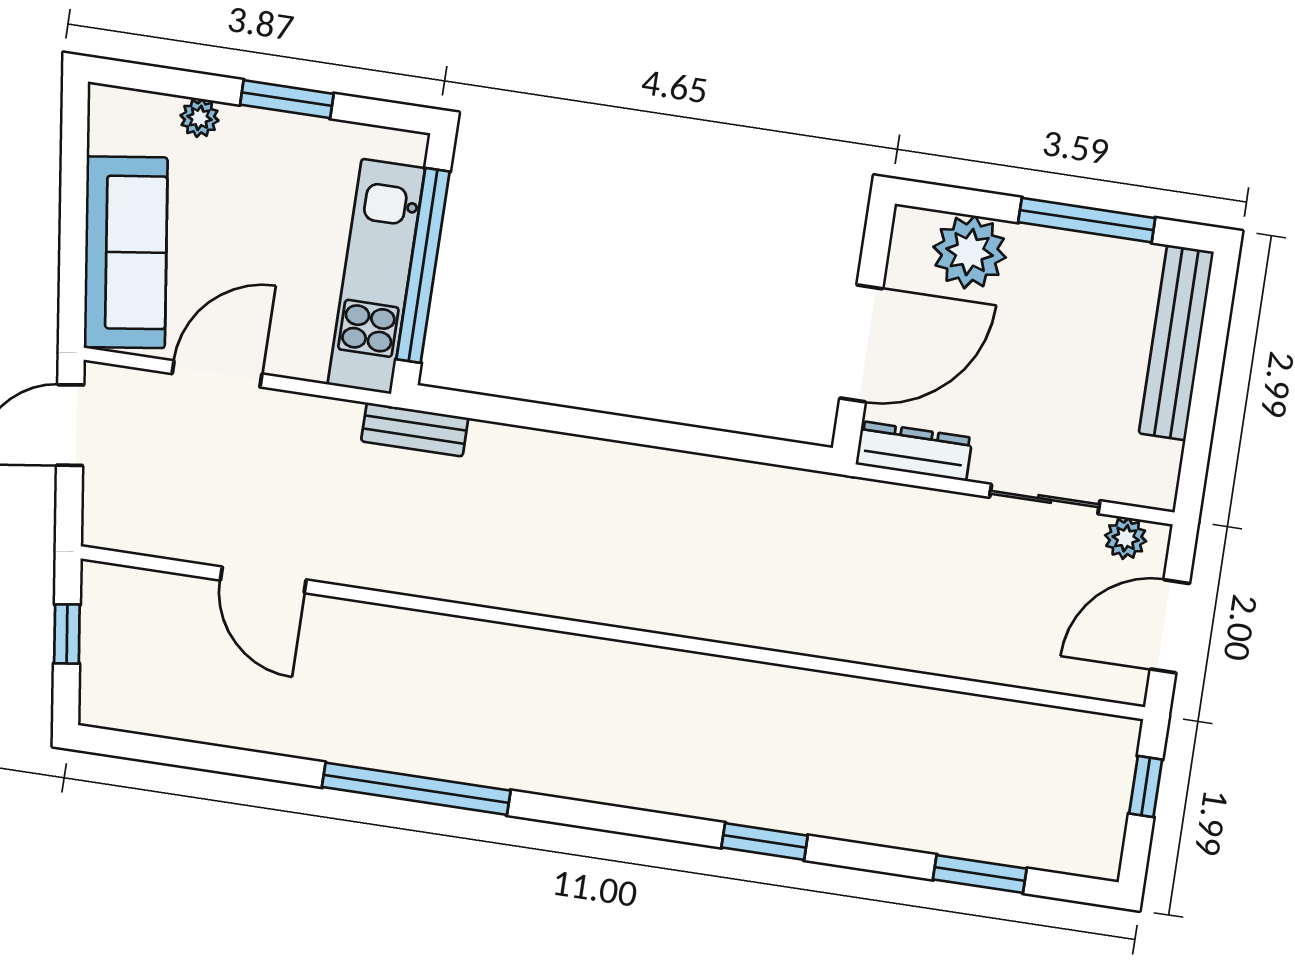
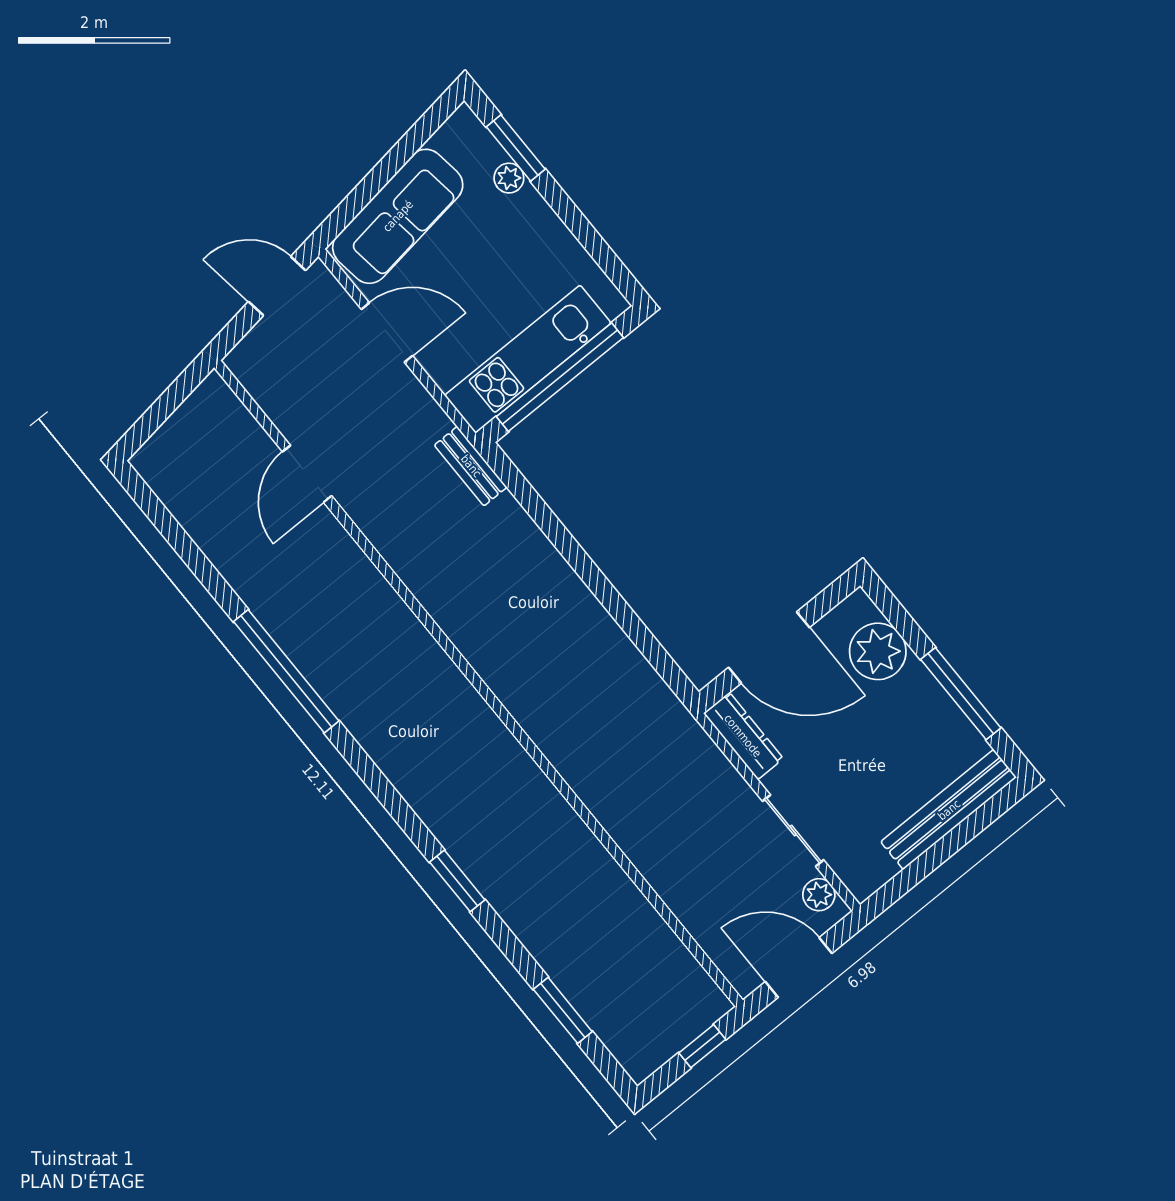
window: (287, 99) -> (516, 148), moved
window: (67, 634) -> (167, 403), removed

